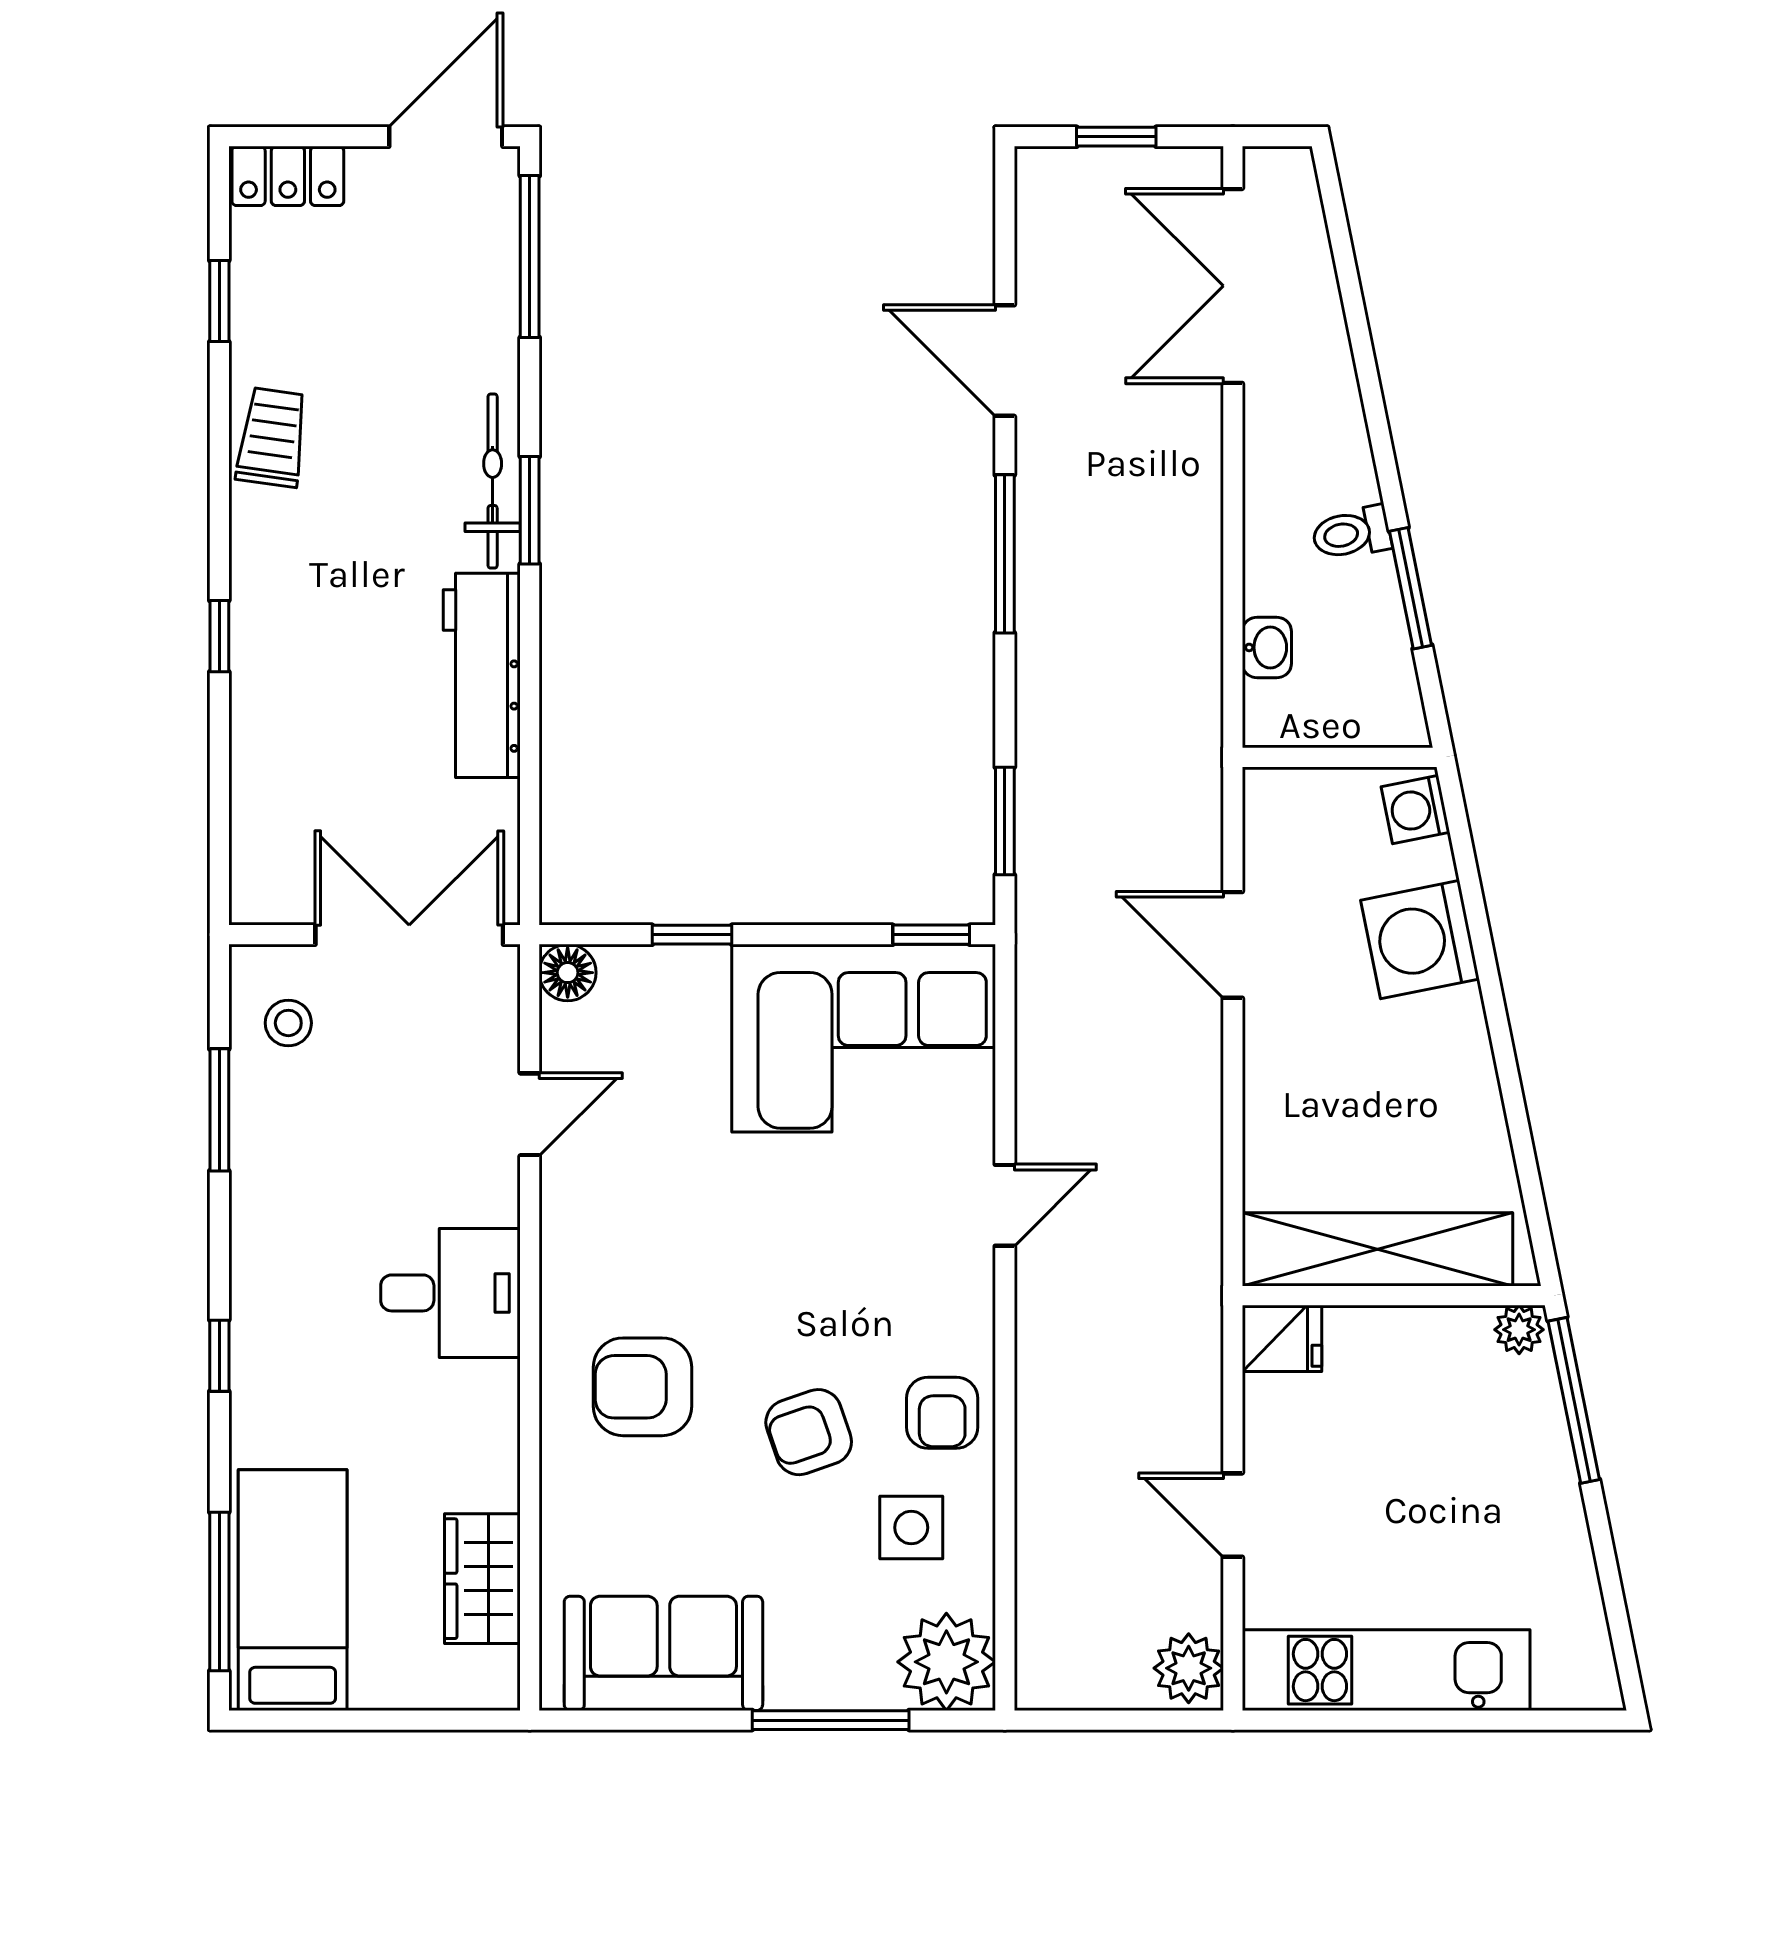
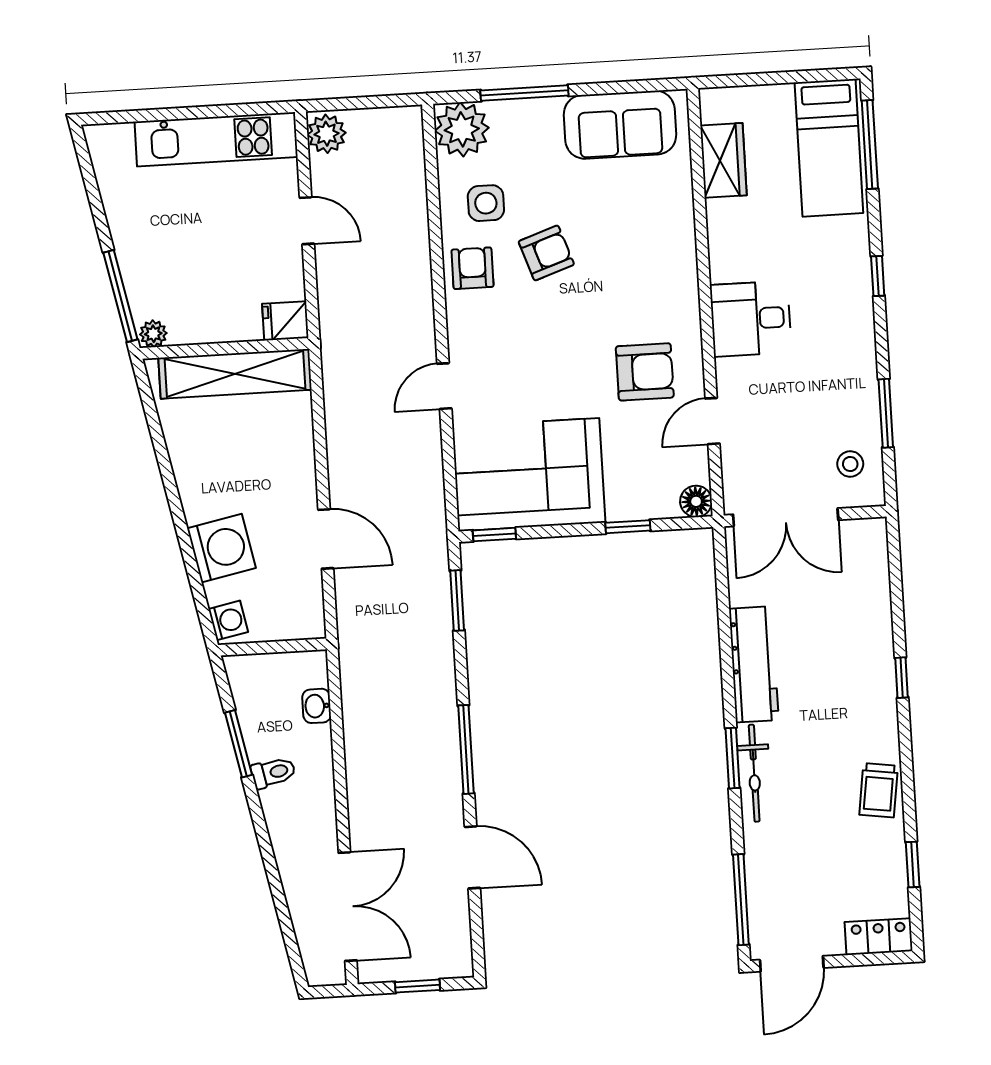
armchair: (642, 1387) -> (645, 372), moved

